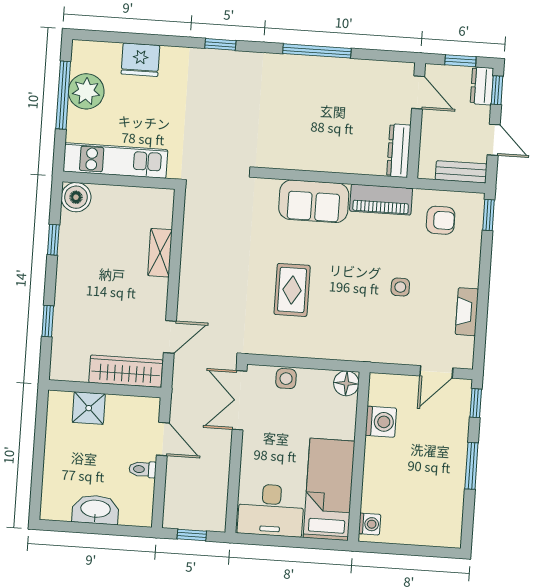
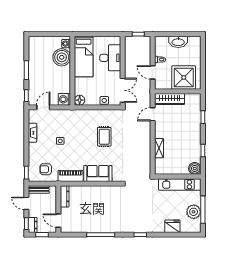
shower: (89, 408) -> (184, 78), width x1.86, depth x1.86
washing machine: (381, 422) -> (64, 99), moved
boiler: (383, 491) -> (62, 57), added
desk: (271, 510) -> (110, 58), moved, turned 90

